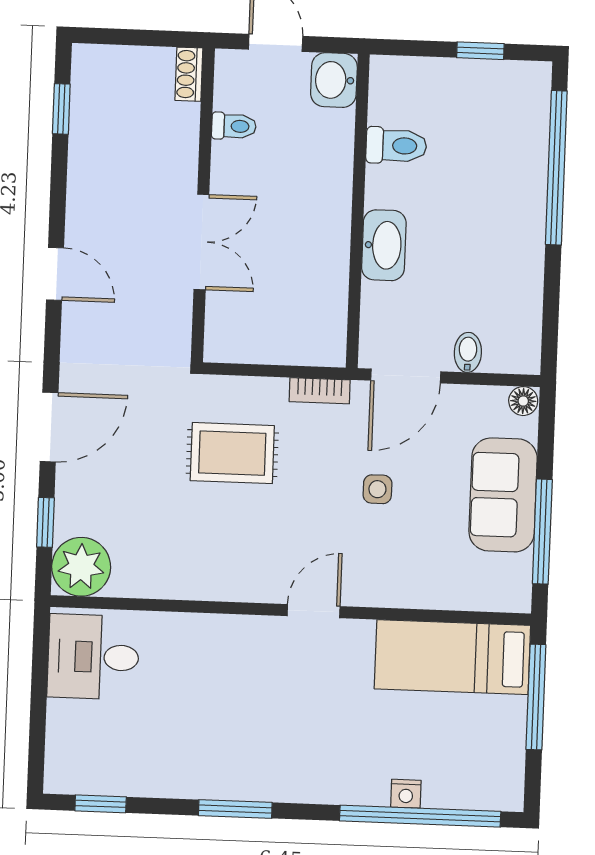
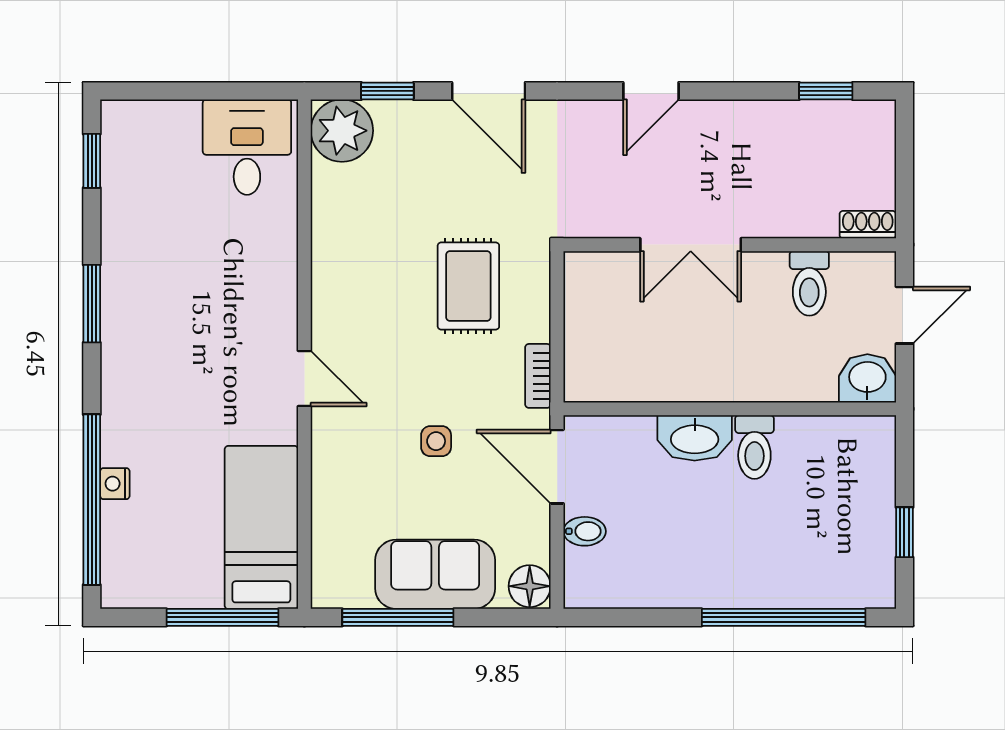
toilet: (234, 126) -> (809, 283), width x1.37, depth x1.39
toilet: (396, 146) -> (754, 447), moved
floor lamp: (523, 401) -> (530, 586), width x1.37, depth x1.37

